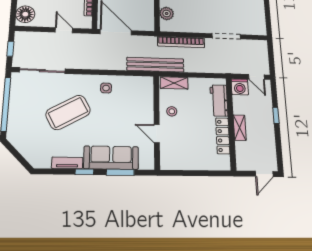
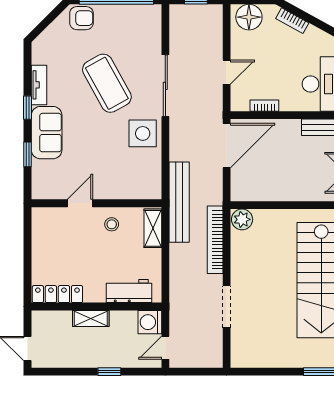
plant: (167, 13) -> (242, 219), moved
sliding door: (42, 71) -> (165, 86), moved
side table: (106, 88) -> (143, 133), width x1.87, depth x1.87
armchair: (17, 130) -> (81, 18), added
locker: (223, 136) -> (57, 294), moved
sofa: (111, 158) -> (47, 133), width x0.73
window: (120, 172) -> (28, 154), width x0.67

